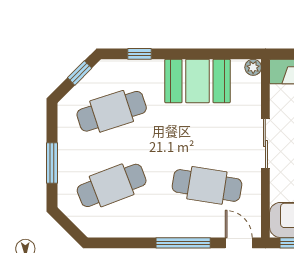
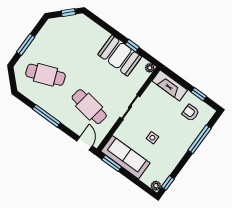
window: (140, 54) -> (132, 46), moved
cafe table: (112, 111) -> (70, 41), removed
window: (183, 243) -> (47, 116), moved

